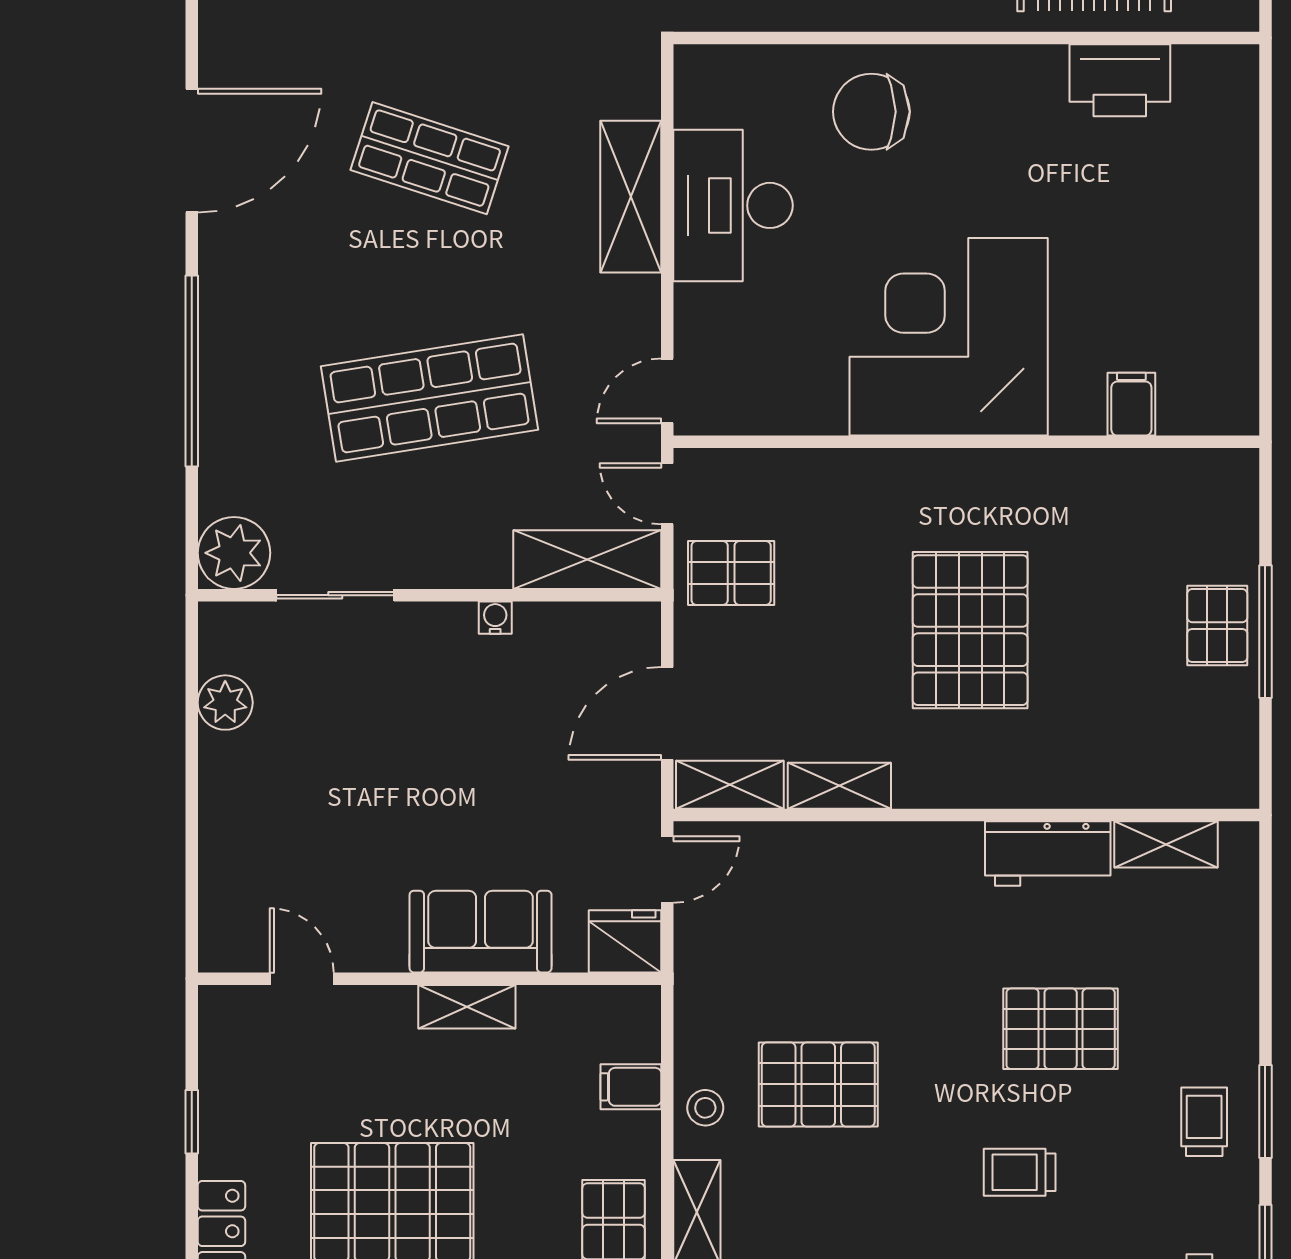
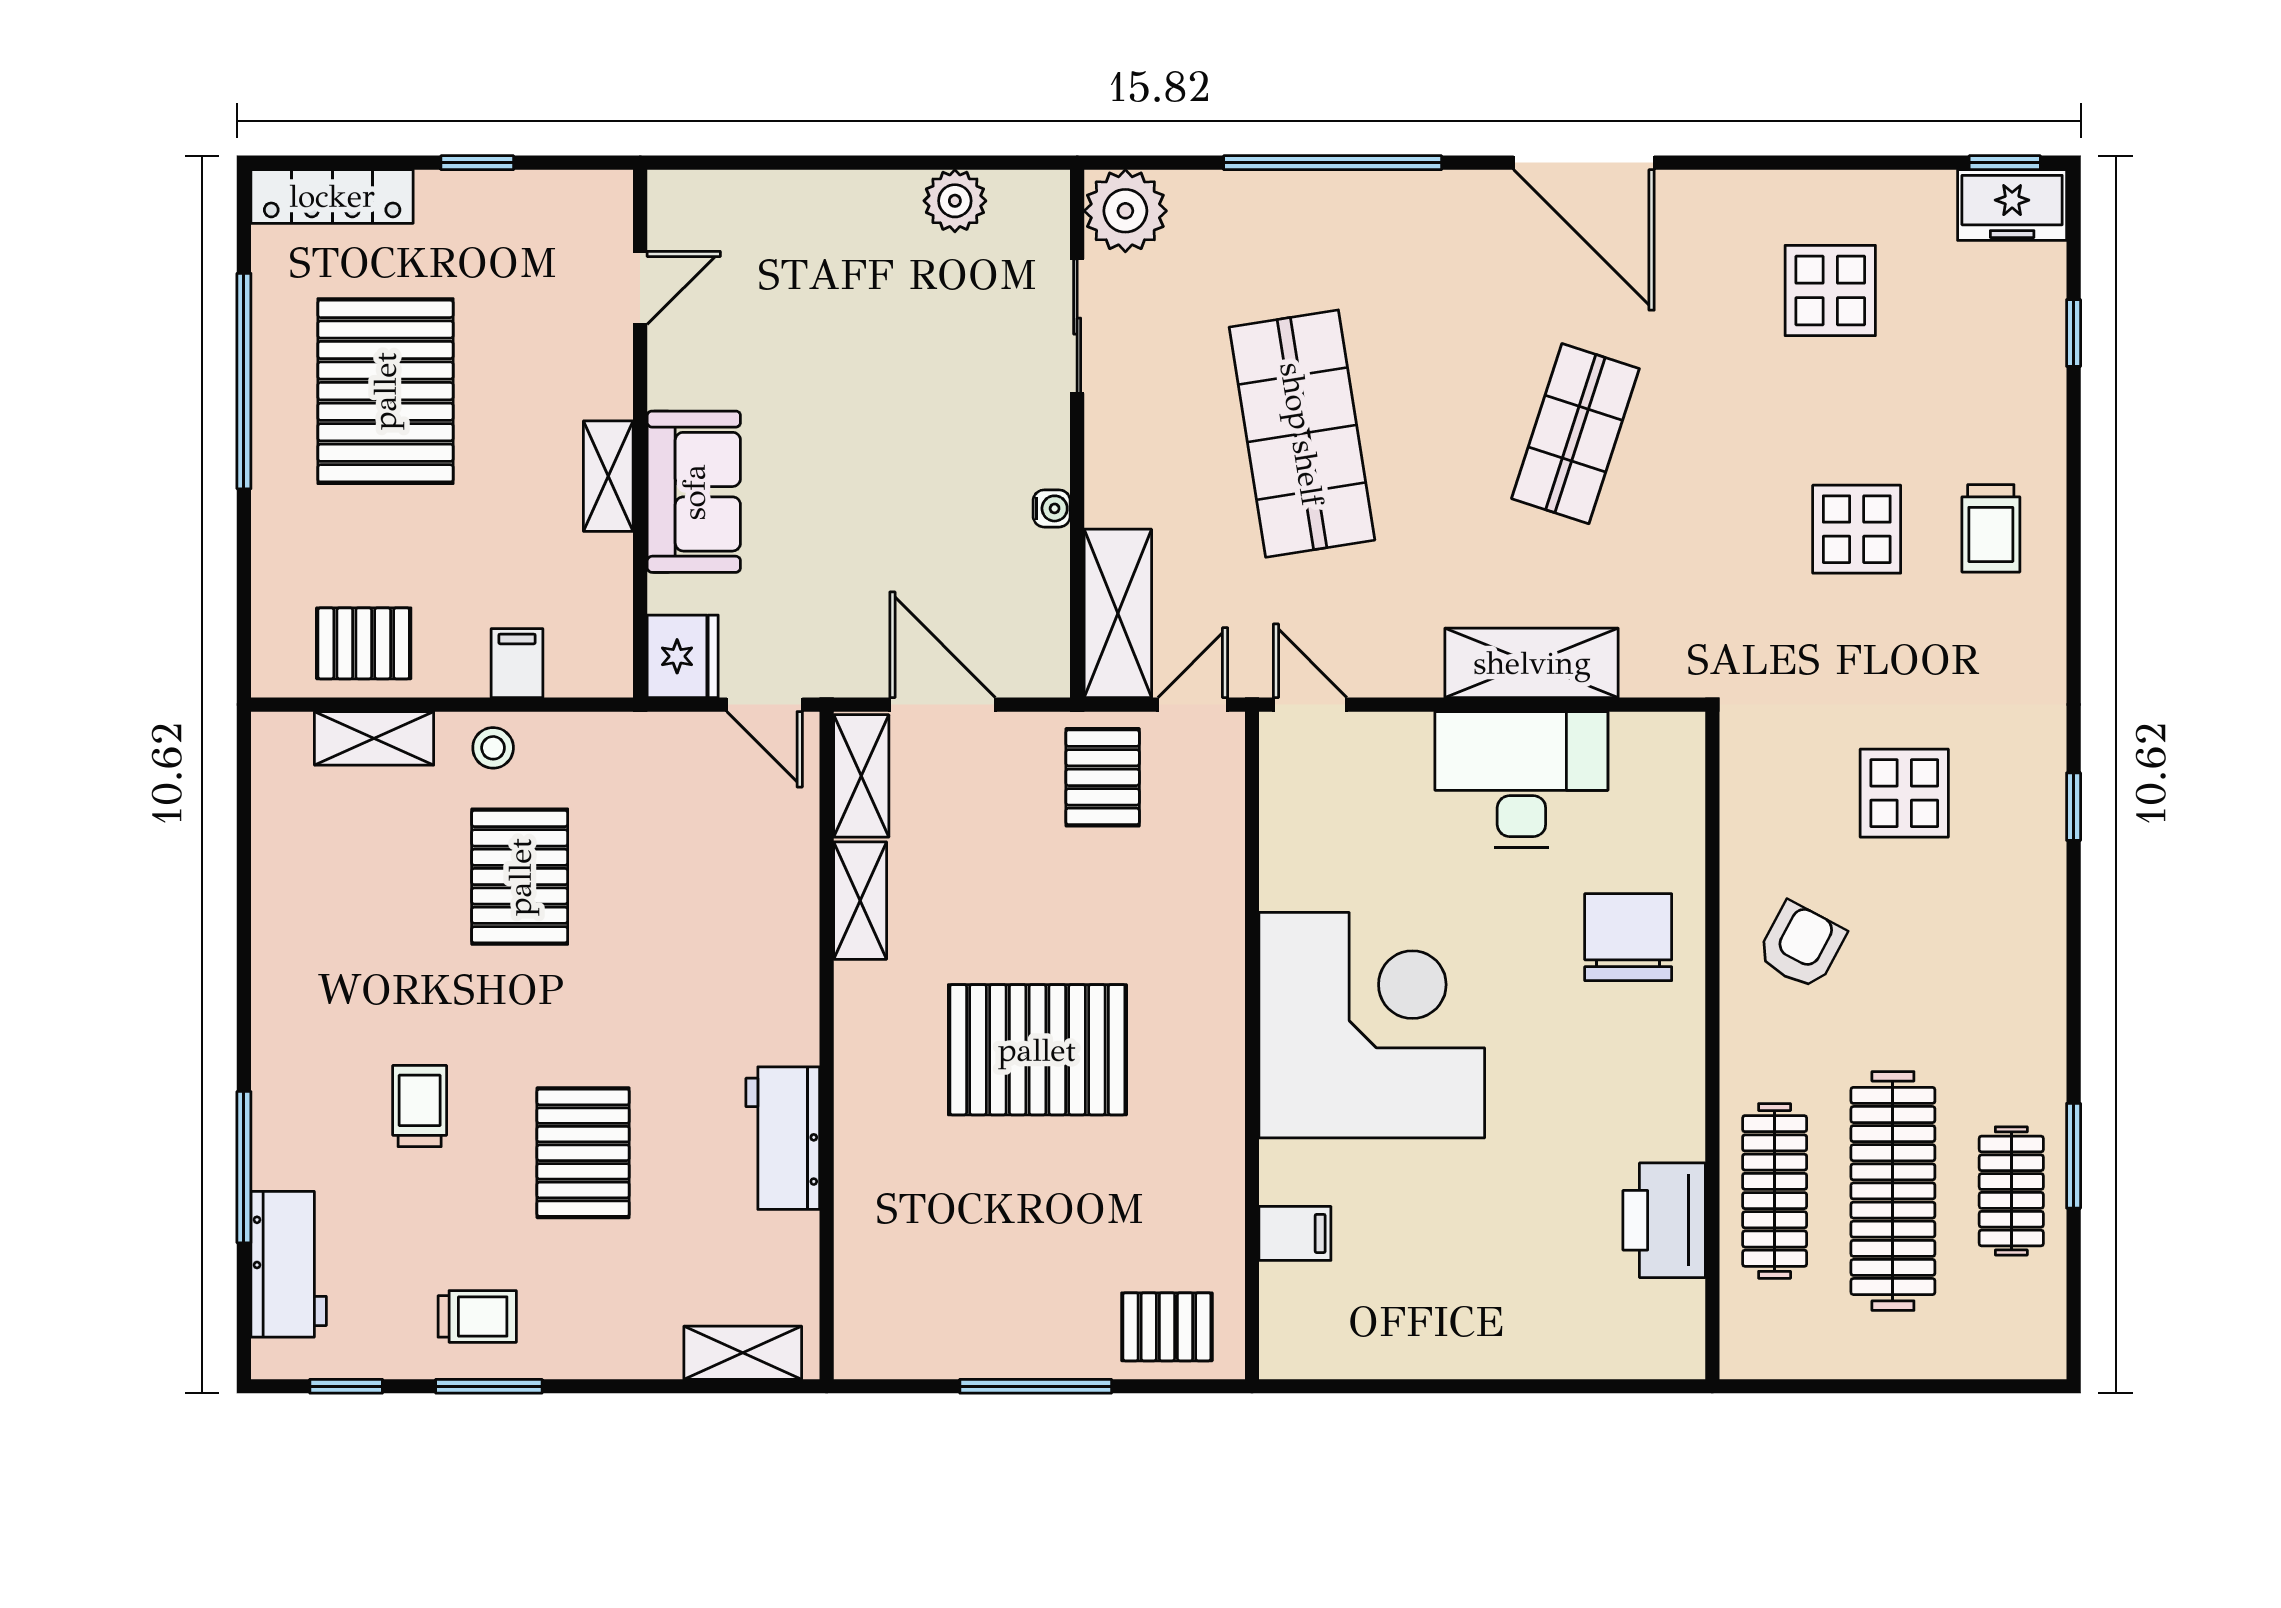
pallet: (1217, 626) -> (1167, 1327), moved
shelving: (1166, 844) -> (743, 1353), moved, turned 90

